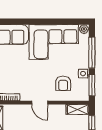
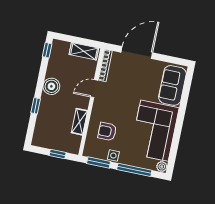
door: (40, 103) -> (94, 89), moved
shelving: (78, 109) -> (79, 122), moved

